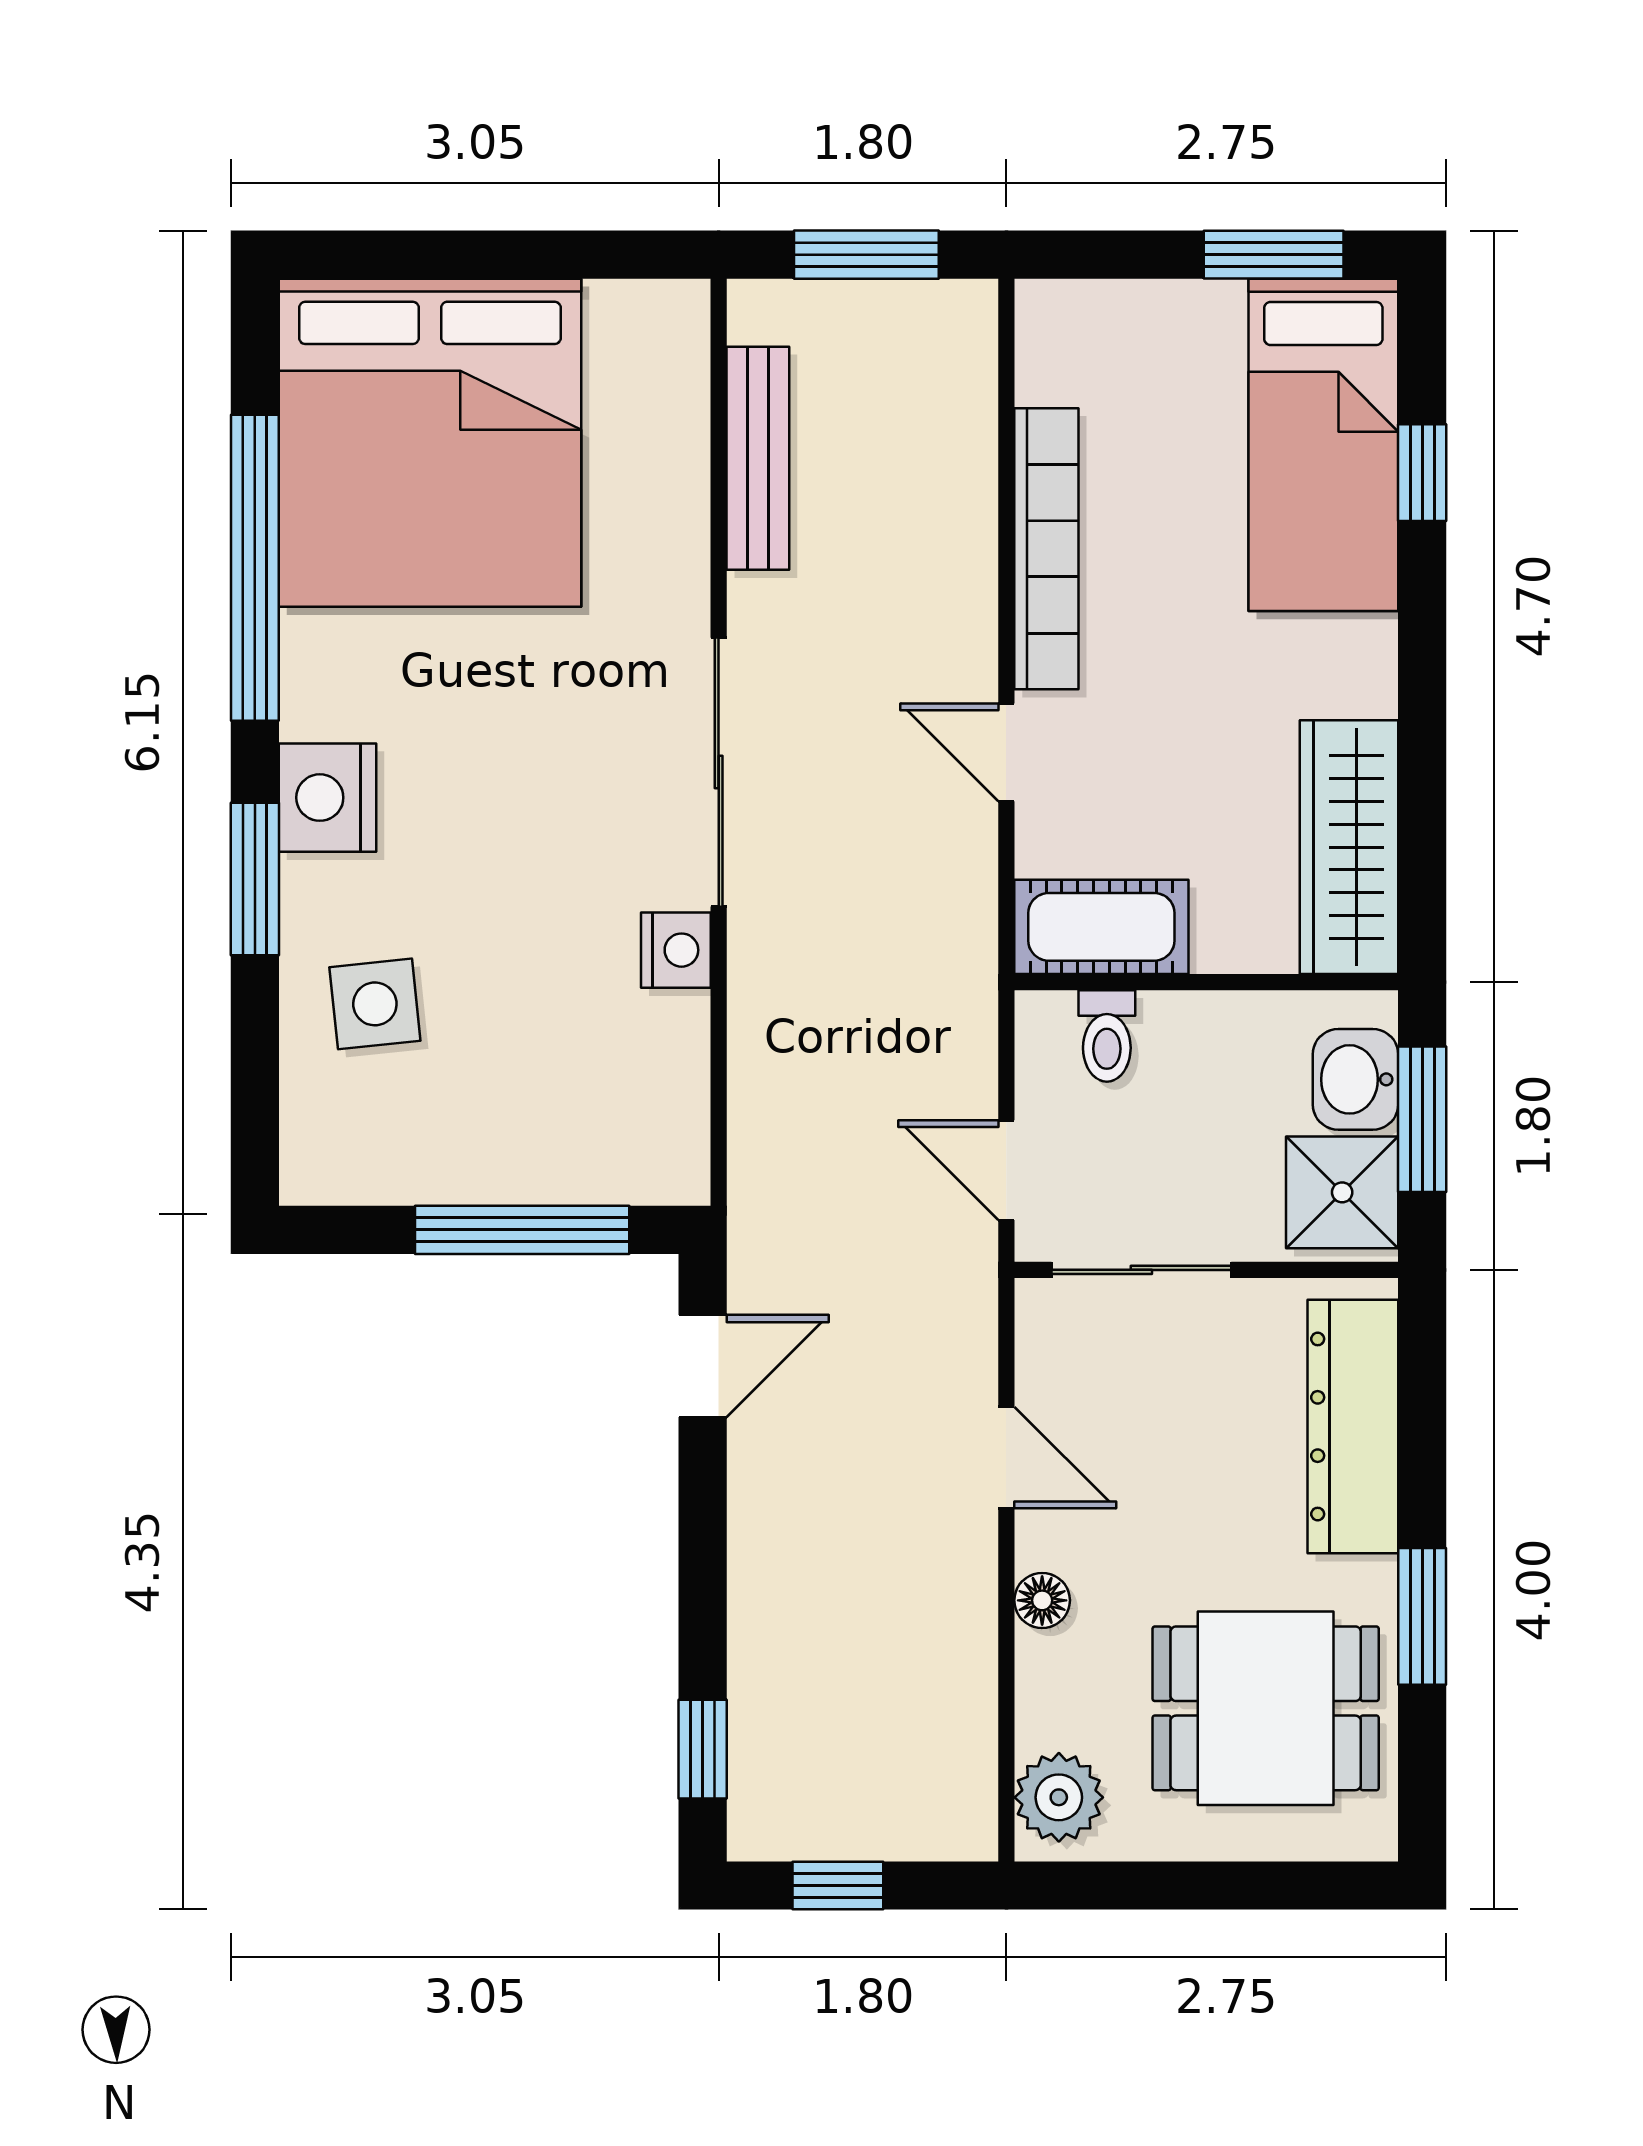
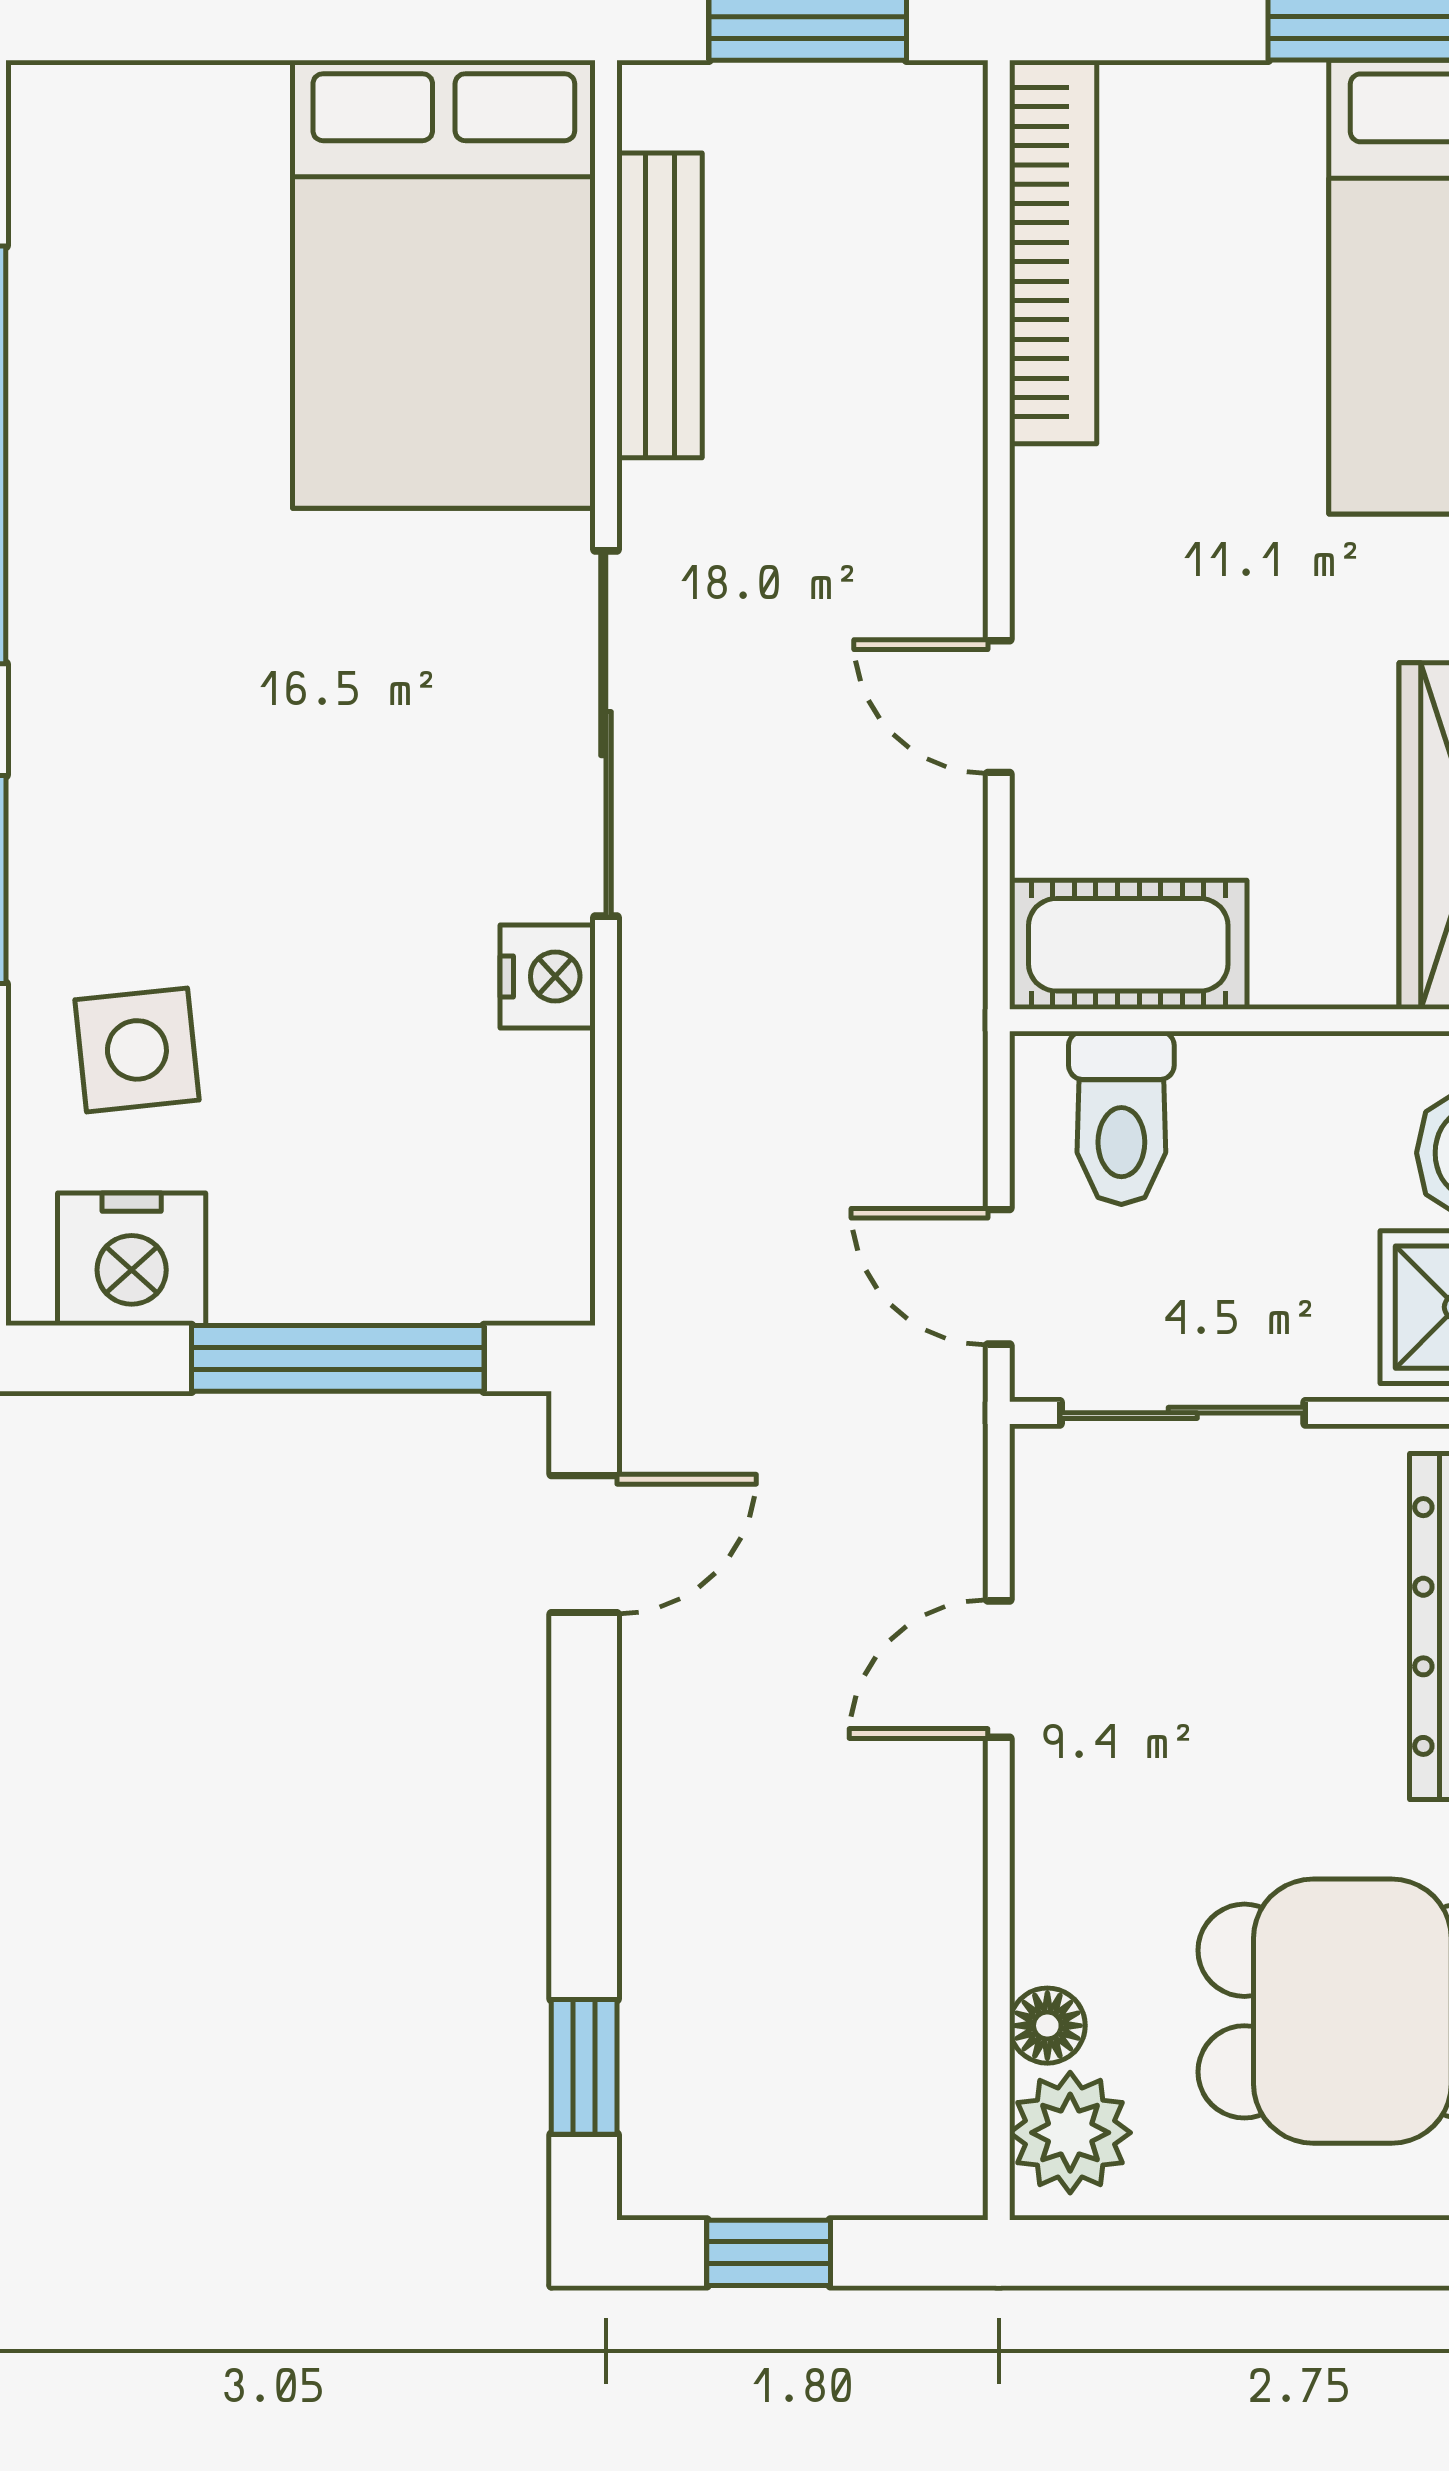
bed: (430, 443) -> (444, 284), moved, width x0.73
bookcase: (1046, 549) -> (1053, 252), moved
nightstand: (328, 798) -> (132, 1259), moved, turned -90
toilet: (1107, 1036) -> (1121, 1118), width x1.37, depth x1.39
door: (1006, 1458) -> (999, 1669), swing flipped
floor lamp: (1042, 1600) -> (1047, 2026), moved

